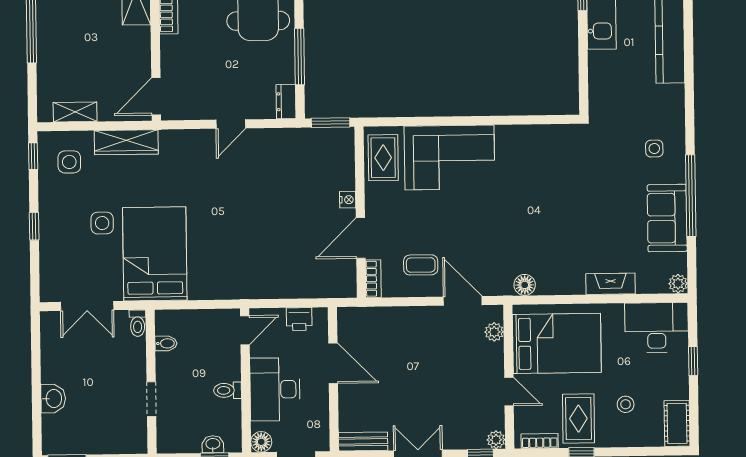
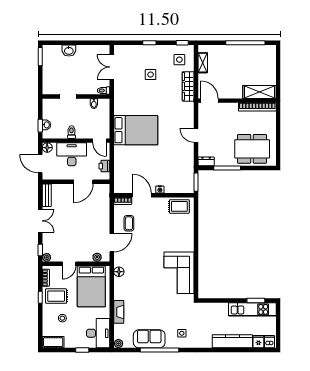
corner sofa: (449, 157) -> (179, 273), moved
bed: (155, 254) -> (136, 130), moved

